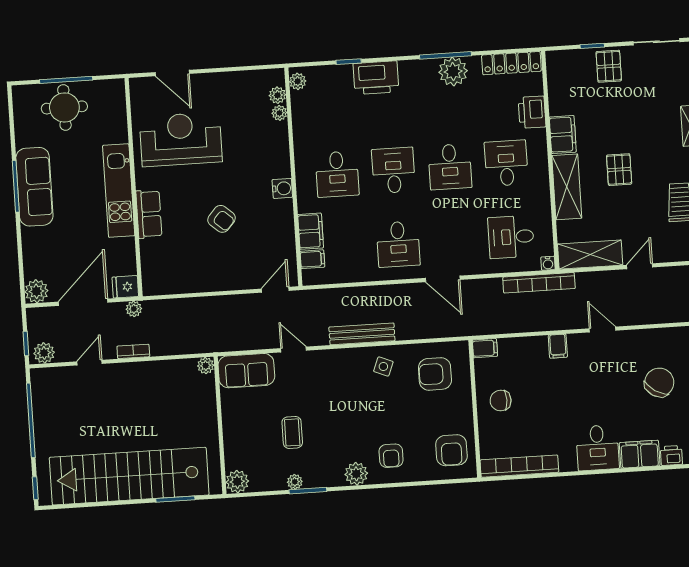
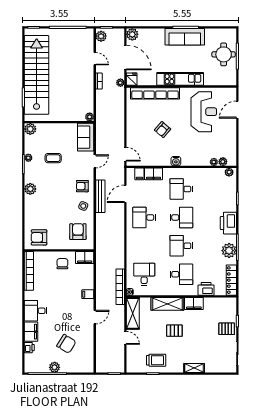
printer: (376, 78) -> (228, 223), moved
row of seats: (149, 214) -> (155, 93), width x2.02
door: (443, 279) -> (125, 194), moved
filing cabinet: (485, 348) -> (85, 258), width x2.00
armchair: (391, 456) -> (82, 186), moved

